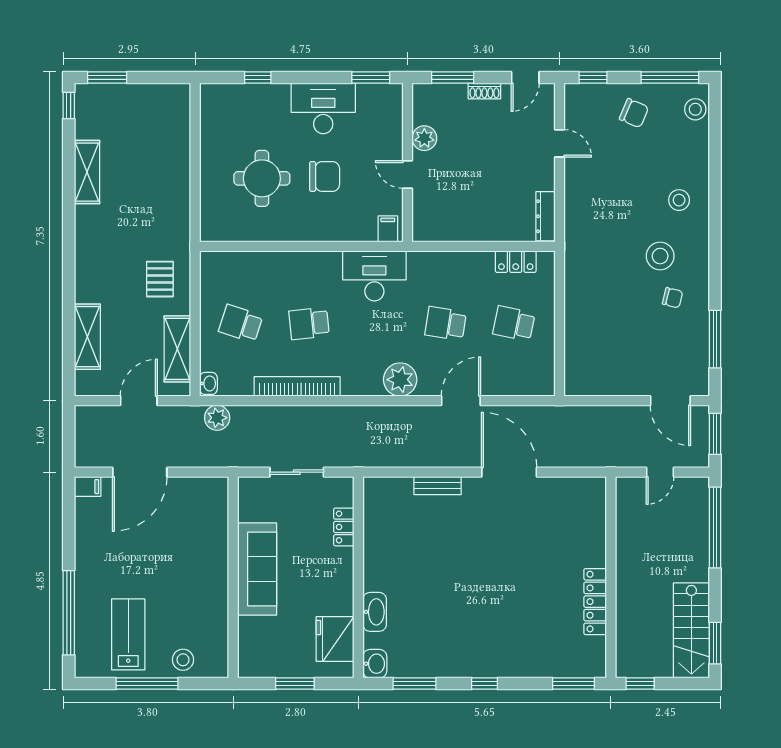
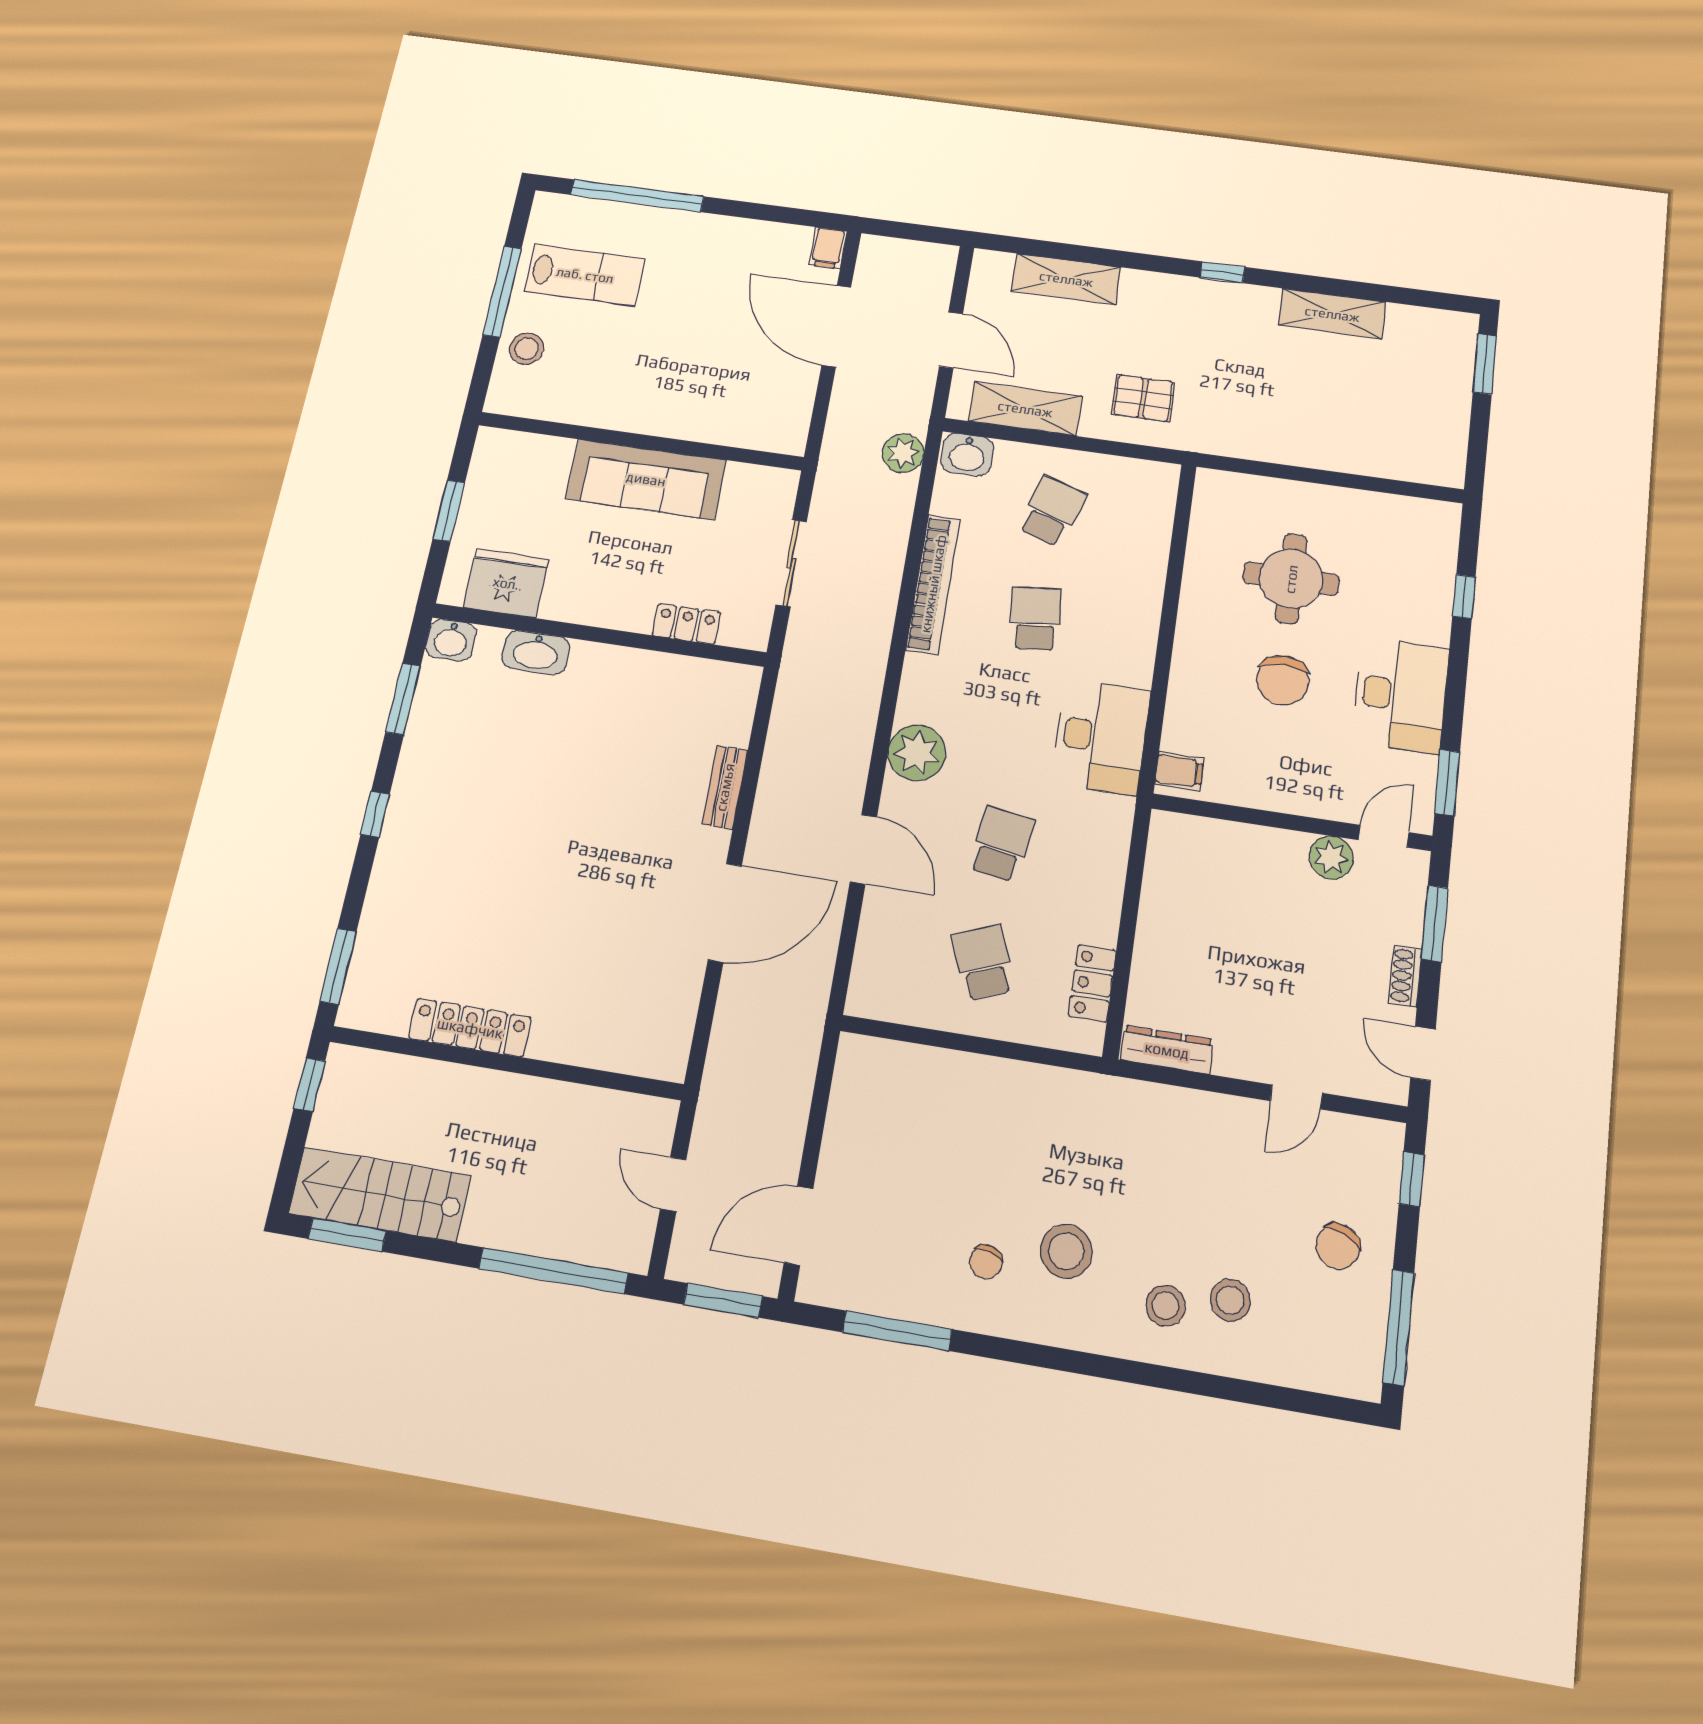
window: (69, 106) -> (1222, 272), moved
stool: (695, 109) -> (1230, 1300), moved
door: (407, 175) -> (1384, 836), moved
school desk: (514, 324) -> (983, 962), turned -33
washbasin: (208, 383) -> (967, 455), width x1.38, depth x1.45

